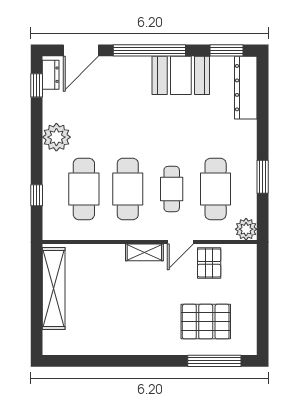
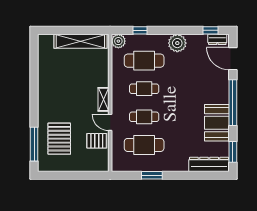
cafe table: (128, 189) -> (144, 89), width x0.73, depth x0.74
plant: (246, 229) -> (118, 41), moved

